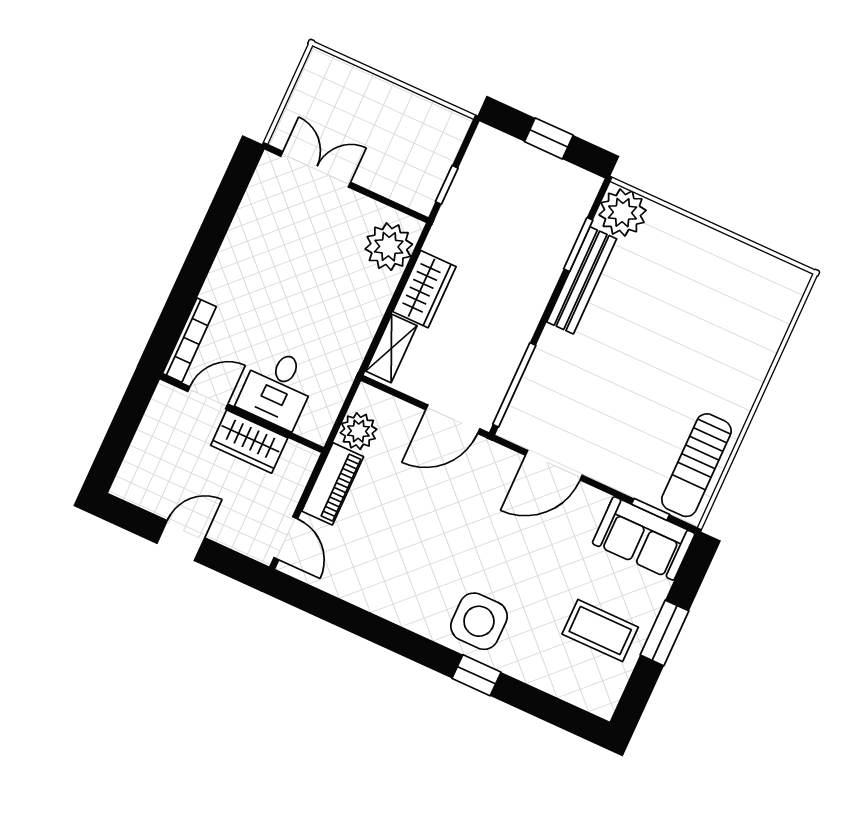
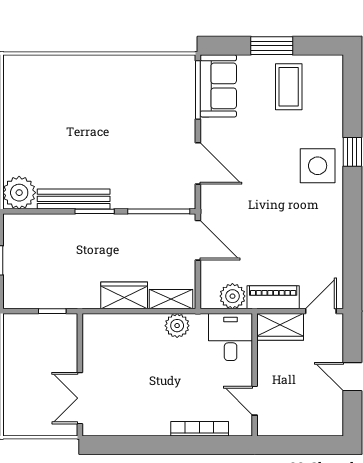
window: (578, 245) -> (95, 211), moved
plant: (389, 247) -> (177, 326), moved, width x0.73, depth x0.73
bookcase: (189, 340) -> (200, 429), moved
desk: (277, 388) -> (231, 337), moved, turned -90
wardrobe: (249, 442) -> (280, 327), moved, turned 90
sun lounger: (696, 465) -> (157, 74), removed
window: (650, 509) -> (198, 90), width x2.17

